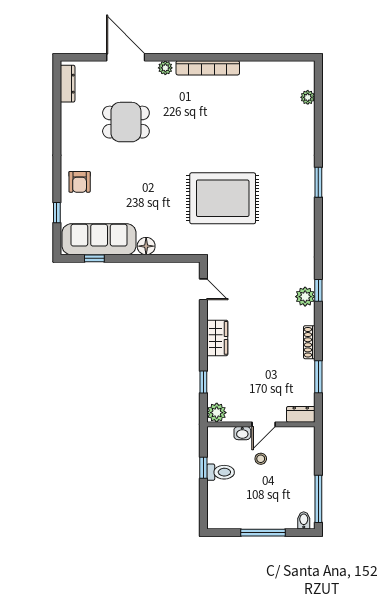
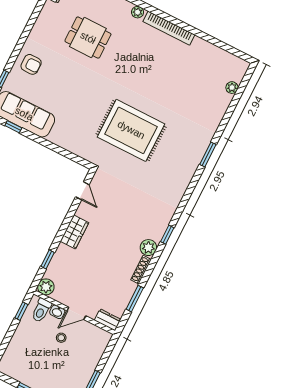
armchair: (80, 182) -> (31, 64), turned -90
floor lamp: (146, 246) -> (56, 137), removed
plant: (305, 297) -> (148, 248), moved
window: (203, 468) -> (21, 311), moved
toilet: (221, 472) -> (41, 310), moved, turned 90

